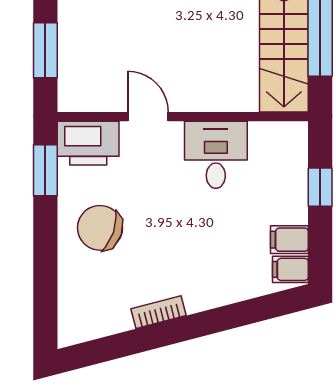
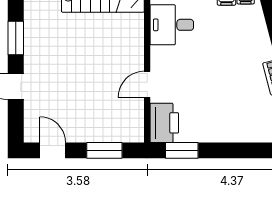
desk: (216, 155) -> (172, 25), moved
chair: (100, 228) -> (219, 115), removed

